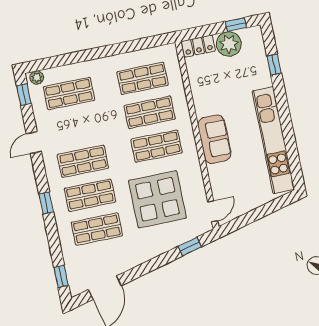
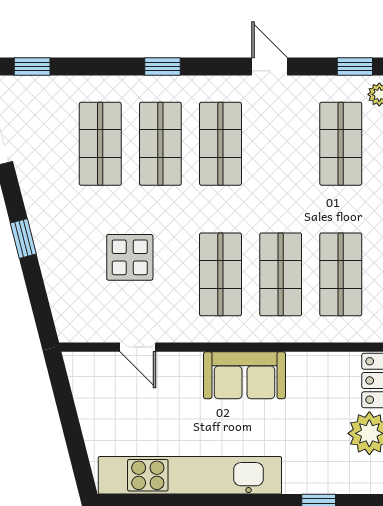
sofa: (214, 139) -> (244, 375), moved
display table: (157, 199) -> (130, 257), width x0.54, depth x0.54
door: (213, 211) -> (138, 347), moved
window: (190, 247) -> (23, 238), moved

